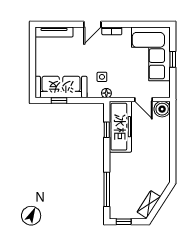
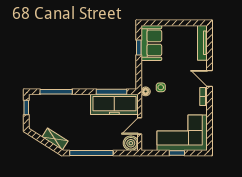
sofa: (61, 87) -> (151, 43), width x0.73
window: (107, 130) -> (112, 92), width x2.17
window: (173, 152) -> (91, 153), added
shelving: (149, 204) -> (55, 139), moved

